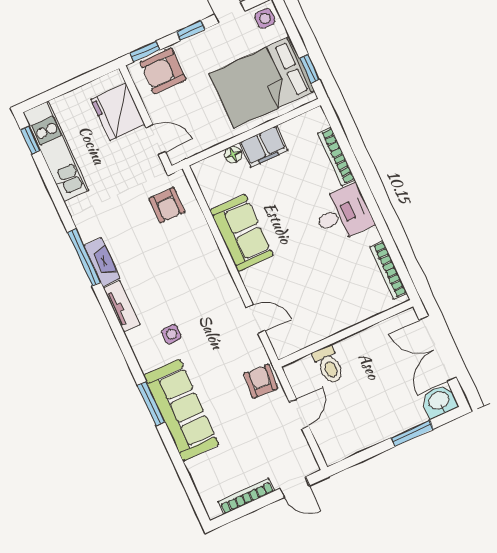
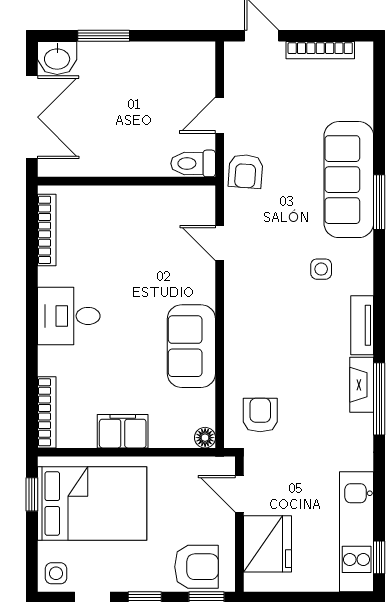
floor lamp: (233, 155) -> (205, 438), moved
bookcase: (336, 157) -> (47, 412), moved
toilet: (329, 365) -> (193, 163), moved, turned -90

